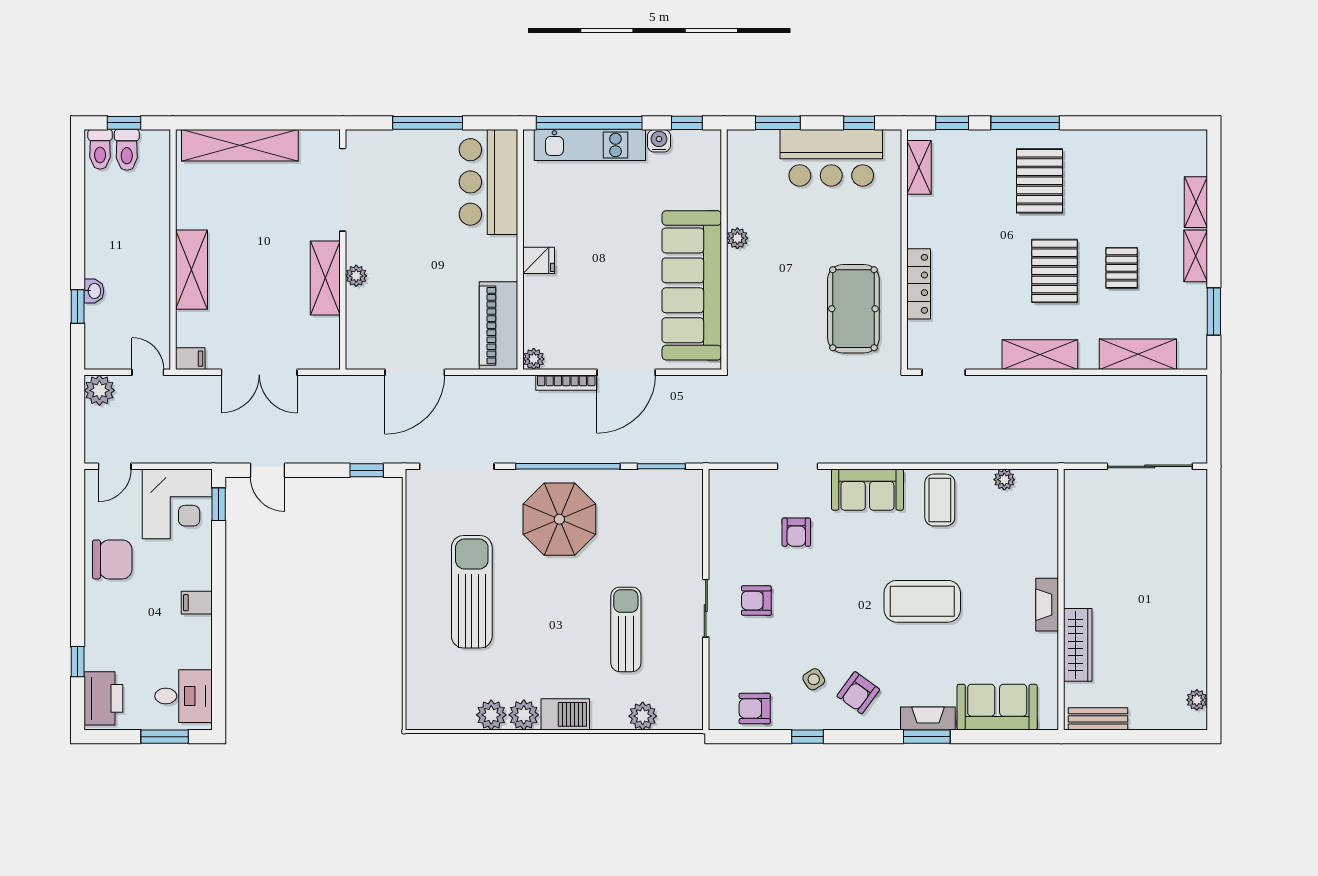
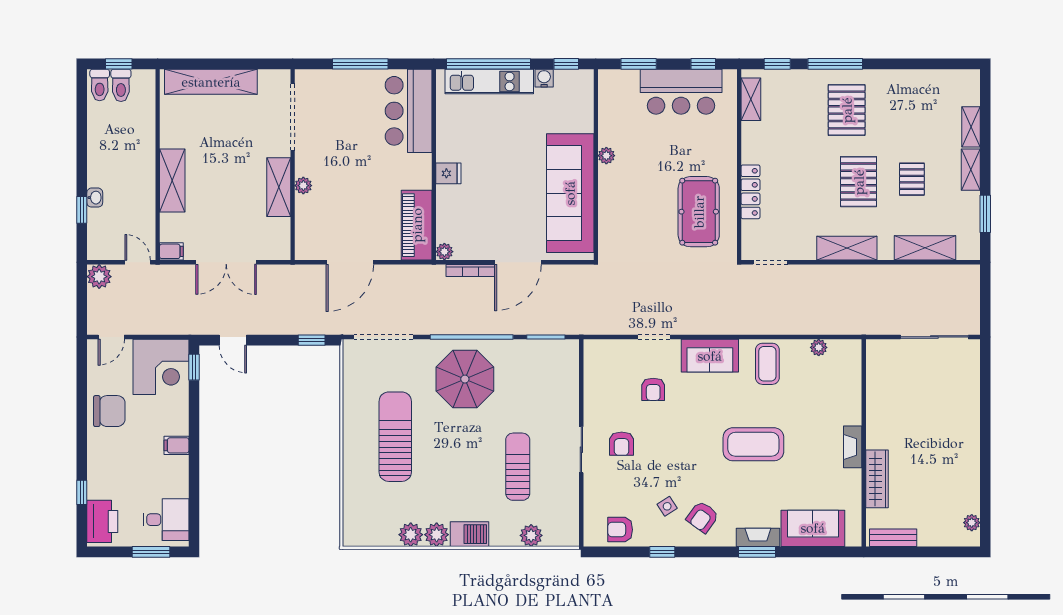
armchair: (756, 601) -> (622, 444), turned -90

